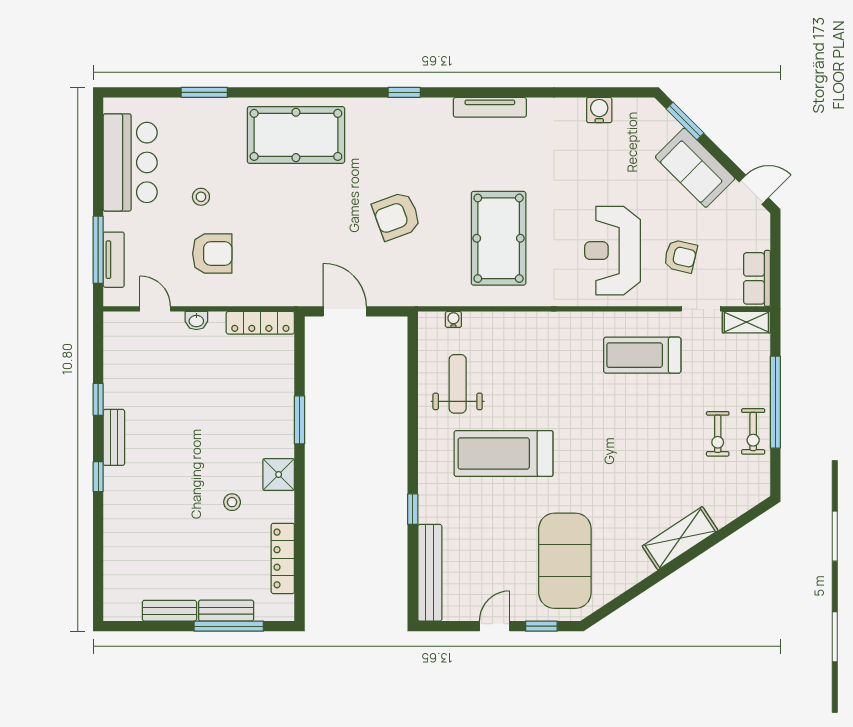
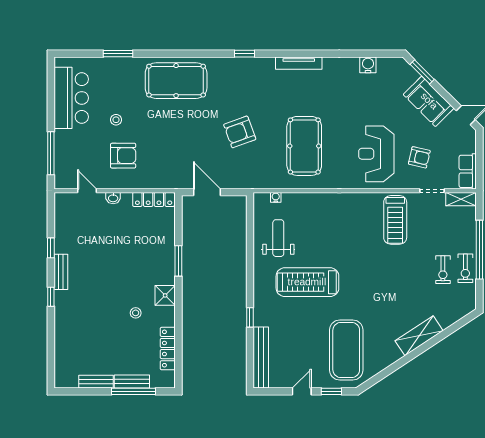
tv unit: (114, 260) -> (61, 159), removed
treadmill: (642, 355) -> (395, 220), turned -90

